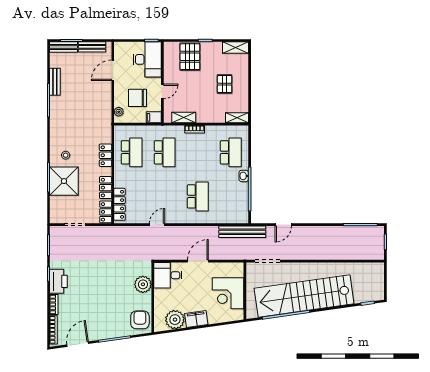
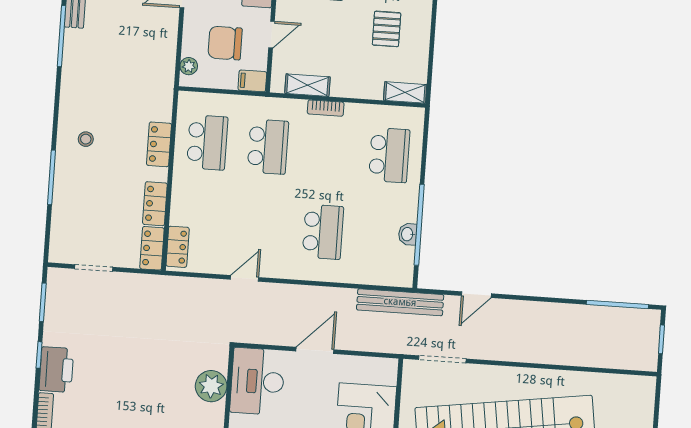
washbasin: (244, 176) -> (408, 234), moved
shower: (64, 181) -> (79, 186), removed
locker: (119, 204) -> (178, 247), width x0.66
desk: (168, 275) -> (257, 381), width x1.37

